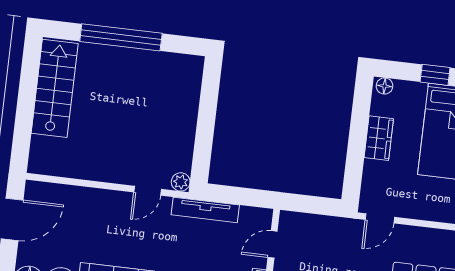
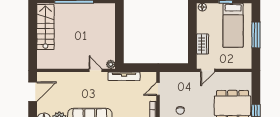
wardrobe: (379, 138) -> (203, 44), moved
door: (148, 191) -> (96, 70), swing flipped

